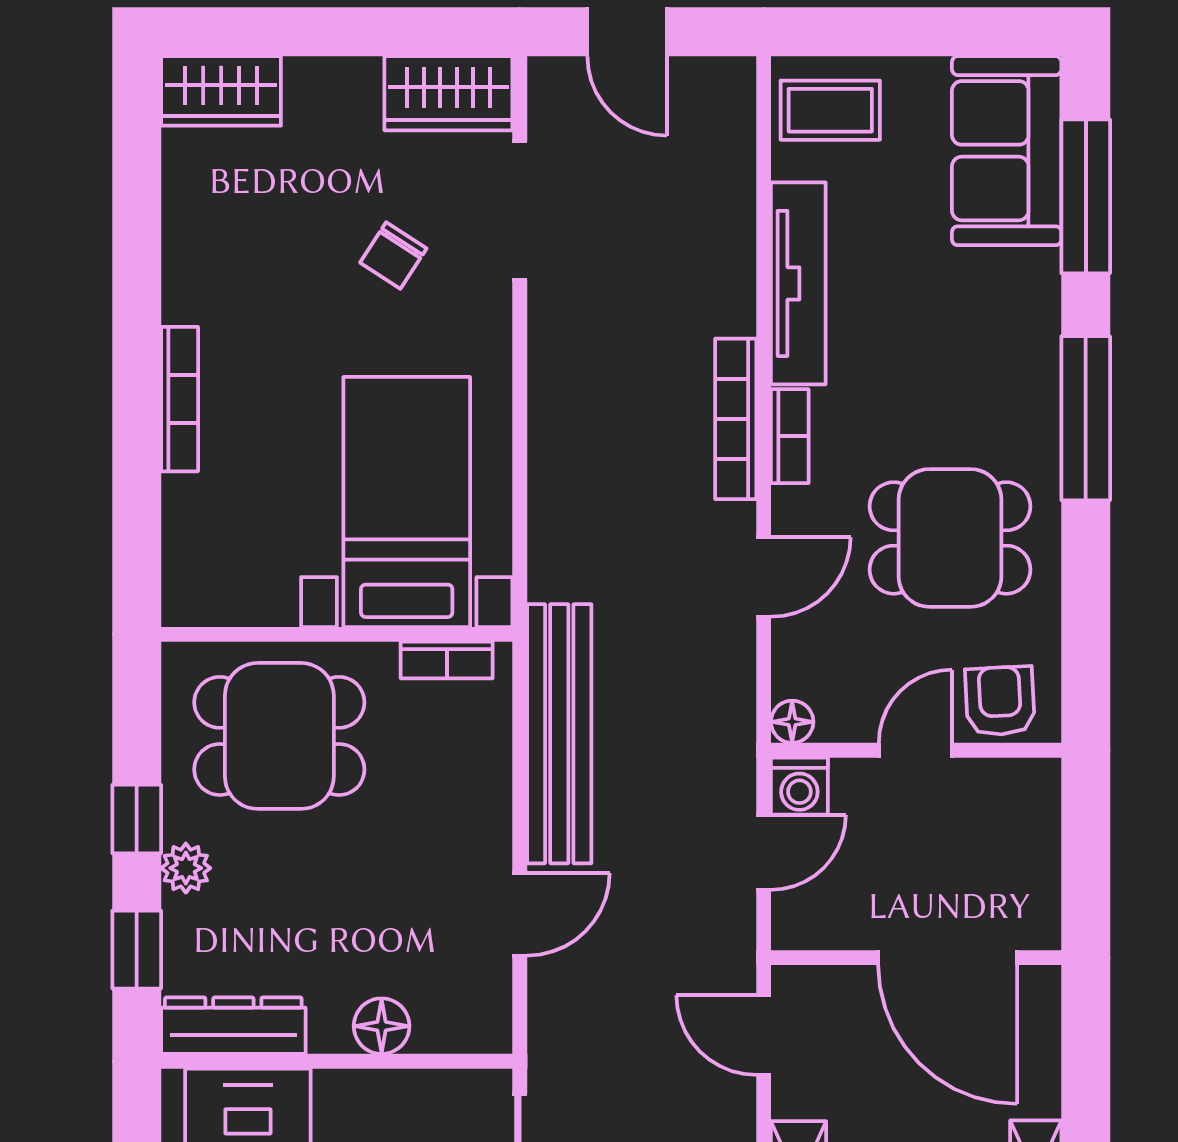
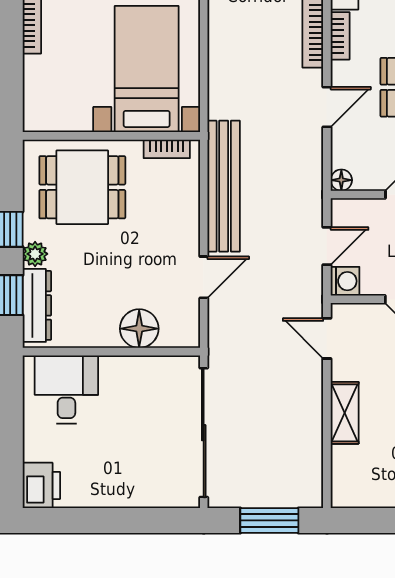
washing machine: (799, 786) -> (345, 281), moved, turned -90
dresser: (233, 1026) -> (37, 305), moved, turned 90
floor lamp: (382, 1026) -> (139, 329), width x1.38, depth x1.38

